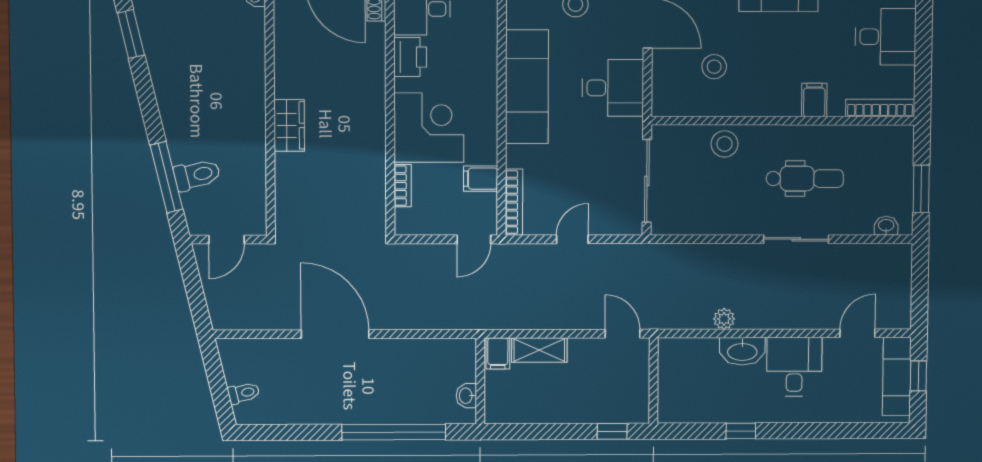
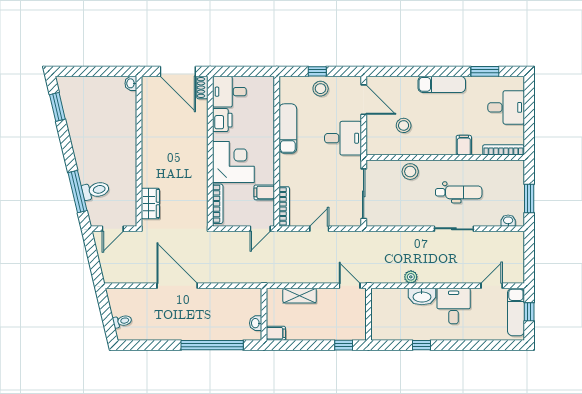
exam couch: (527, 87) -> (288, 129), width x0.73, depth x0.69
wardrobe: (289, 125) -> (150, 203), moved
bookcase: (403, 186) -> (218, 204), width x1.56
filing cabinet: (498, 353) -> (276, 333), moved, turned -90

